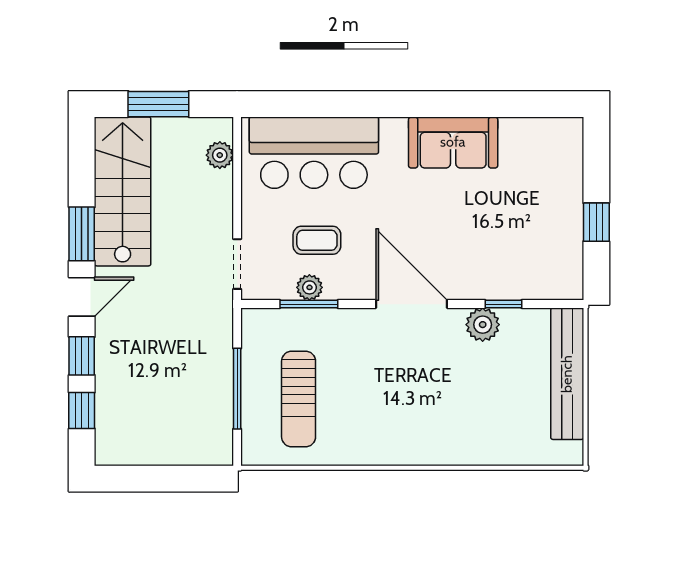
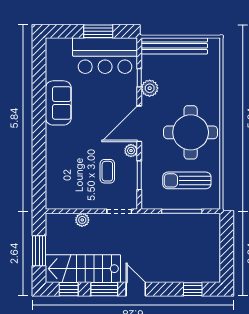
bar counter: (314, 153) -> (105, 56), moved, turned 90
plant: (220, 155) -> (82, 220), moved
window: (596, 222) -> (98, 31), width x1.50
plant: (309, 287) -> (131, 151), moved
window: (82, 356) -> (69, 289), moved
sun lounger: (299, 399) -> (187, 180), turned 180
round table: (394, 406) -> (191, 132), added

